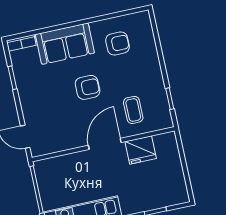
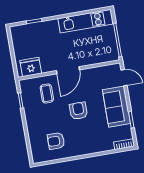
sofa: (65, 44) -> (116, 107), moved, turned -90
armchair: (88, 87) -> (78, 111), turned 90
fridge: (141, 150) -> (31, 67), moved

